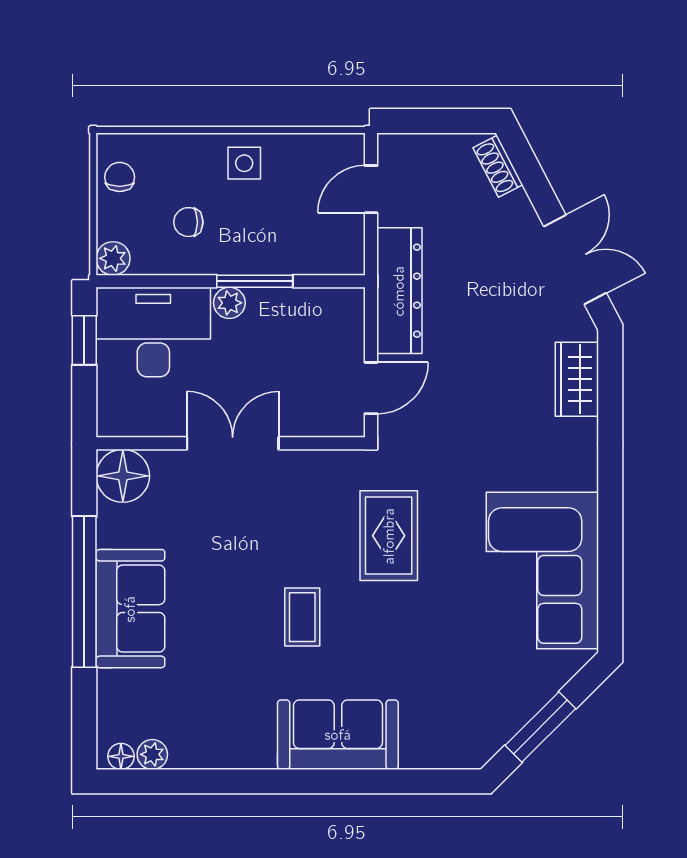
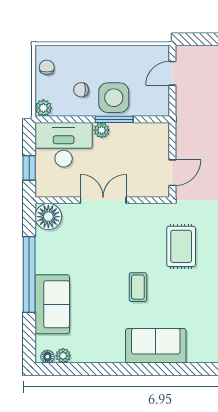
side table: (244, 163) -> (114, 98), moved, width x1.87, depth x1.87
dresser: (399, 291) -> (186, 124), removed
window: (84, 340) -> (29, 168), moved
sofa: (130, 609) -> (52, 304), moved

